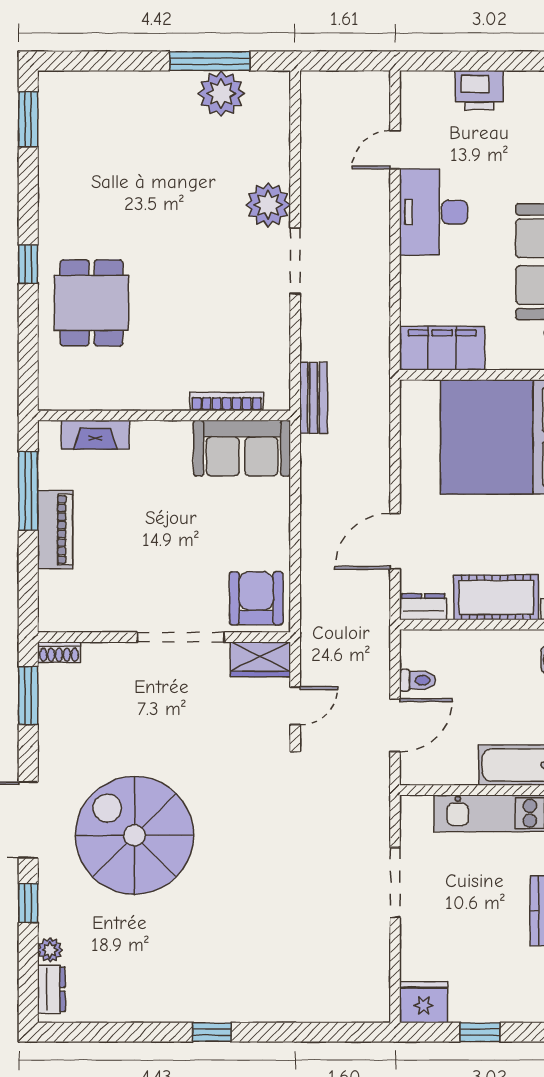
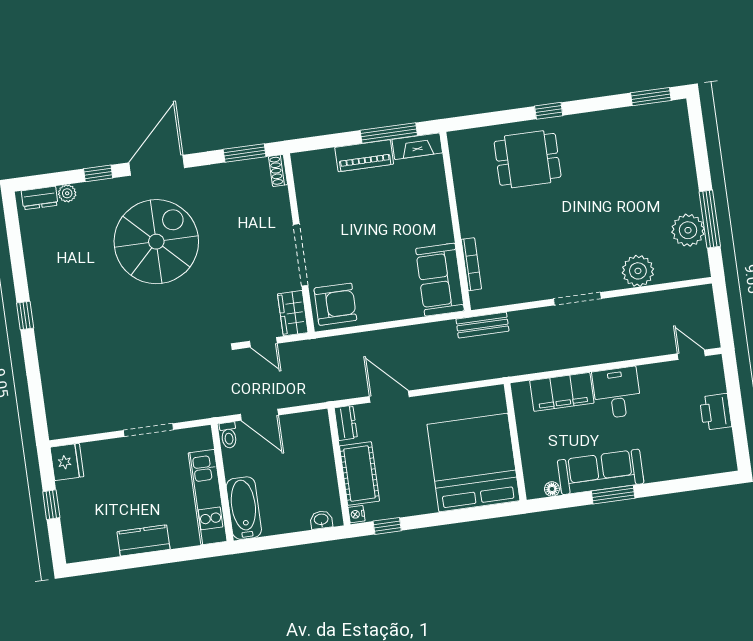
door: (395, 150) -> (691, 355), moved
plant: (268, 205) -> (638, 271), moved
desk: (434, 212) -> (617, 393), width x0.73
filing cabinet: (442, 348) -> (562, 392), moved, turned 90
fireplace: (95, 435) -> (417, 146), moved, turned -90
toilet: (418, 680) -> (229, 435), moved

